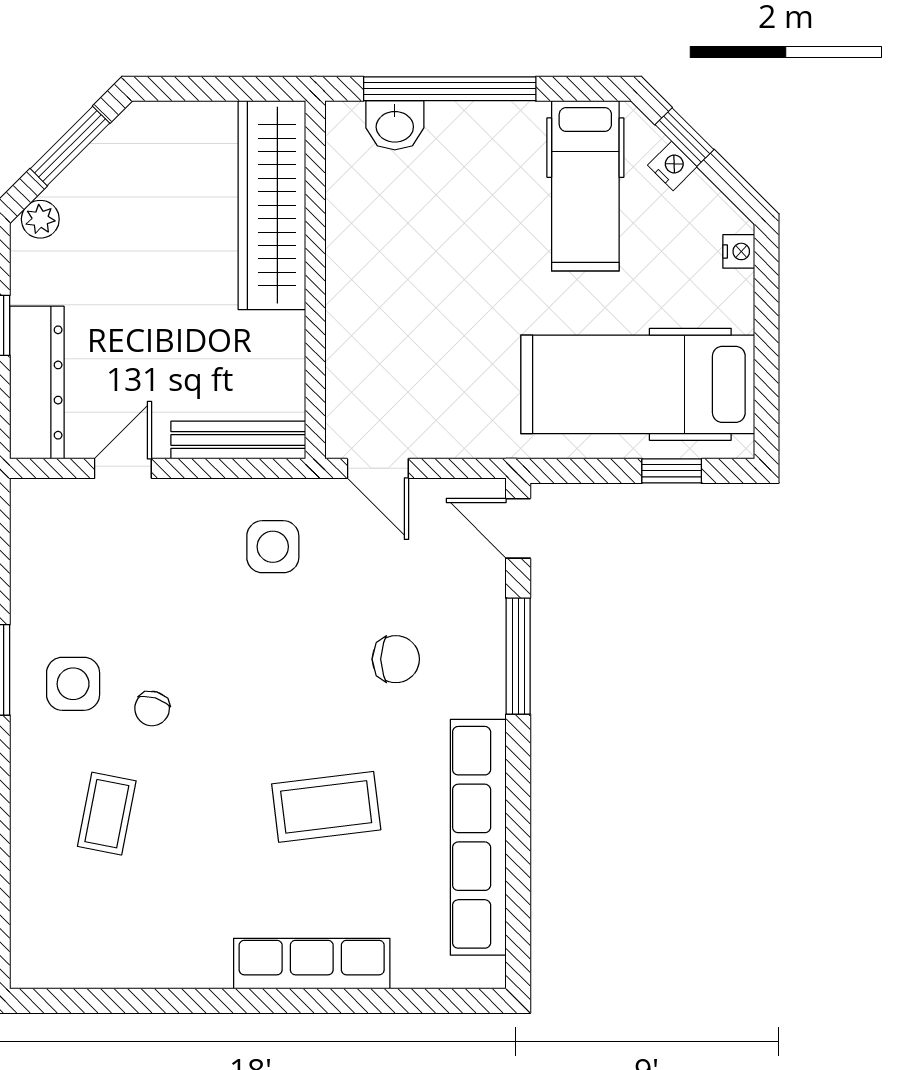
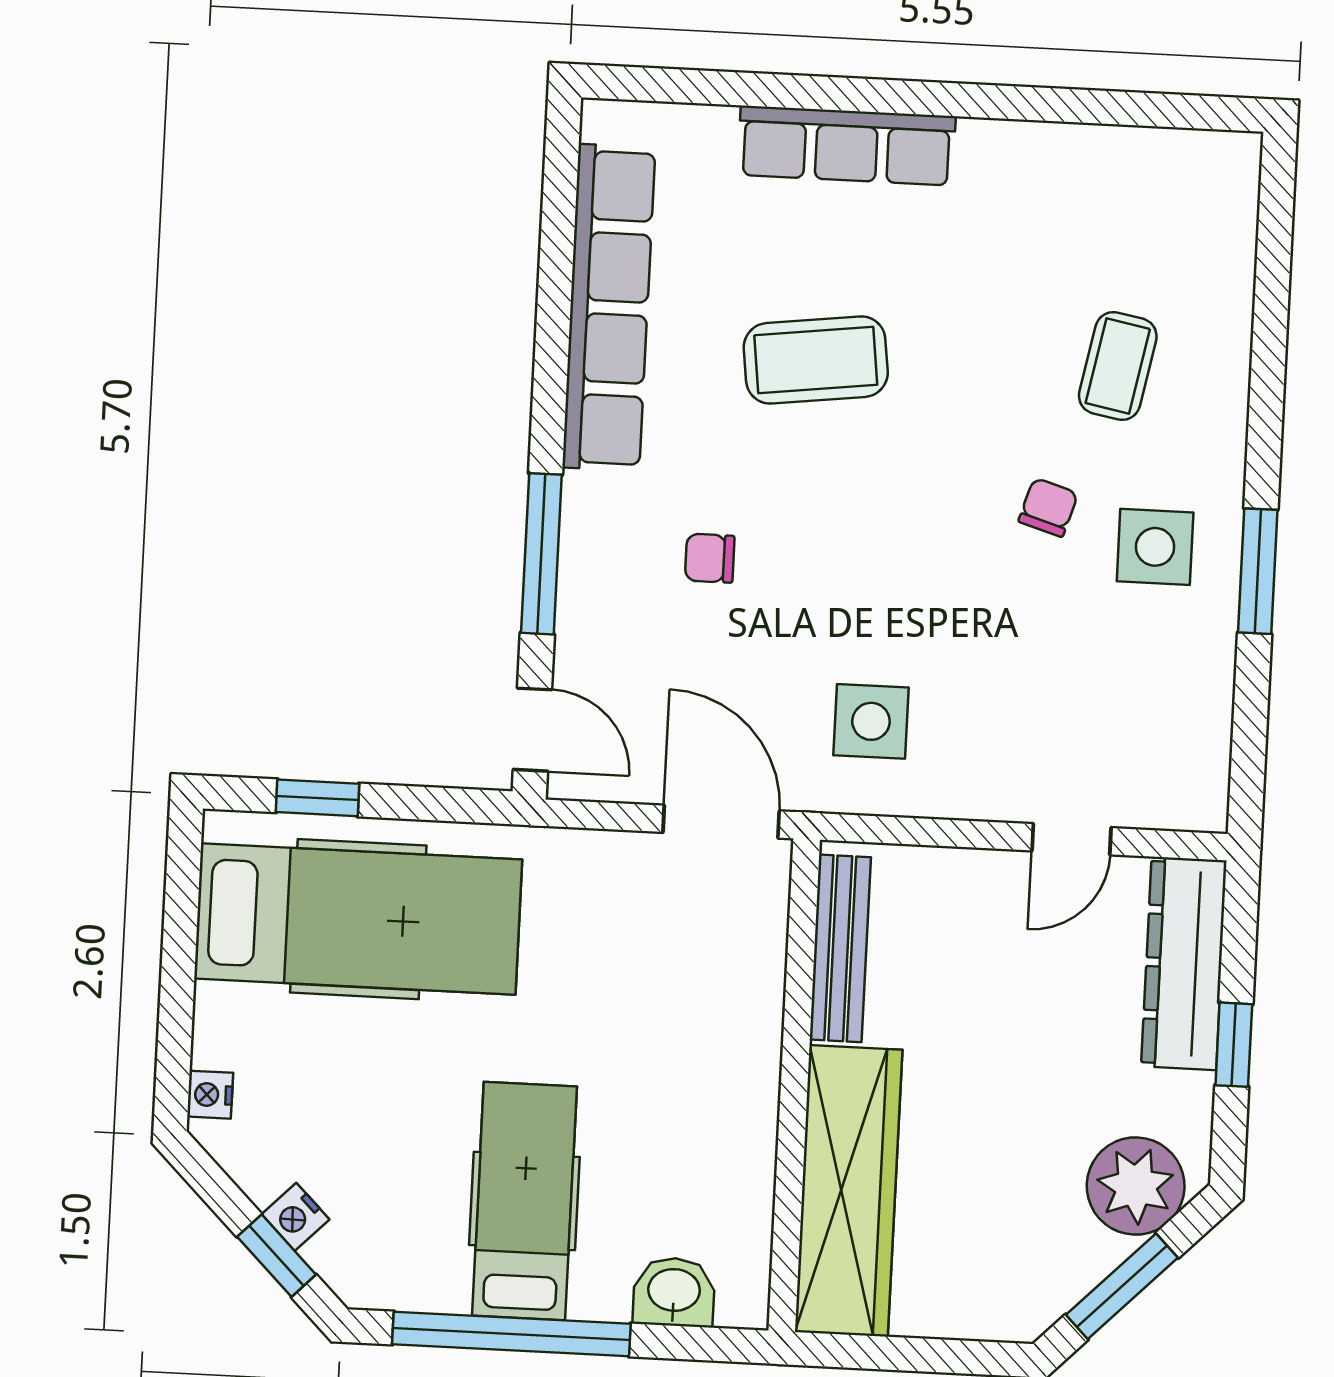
window: (450, 89) -> (511, 1334), moved
hospital bed: (585, 186) -> (524, 1201), moved
plant: (40, 219) -> (1136, 1186), width x1.87, depth x1.87
bench: (238, 440) -> (840, 948), moved, turned 90
door: (378, 468) -> (721, 822), width x1.38
chair: (396, 659) -> (710, 558), width x0.73, depth x0.73

